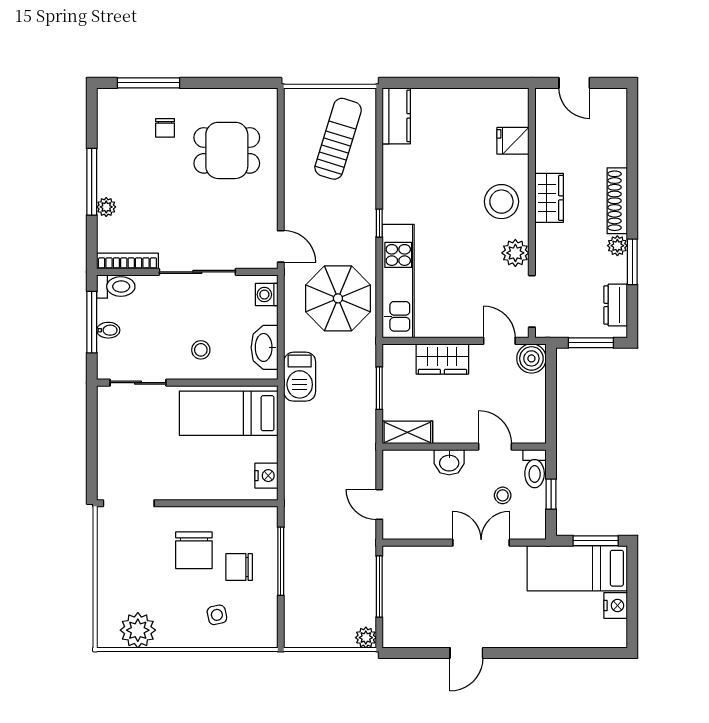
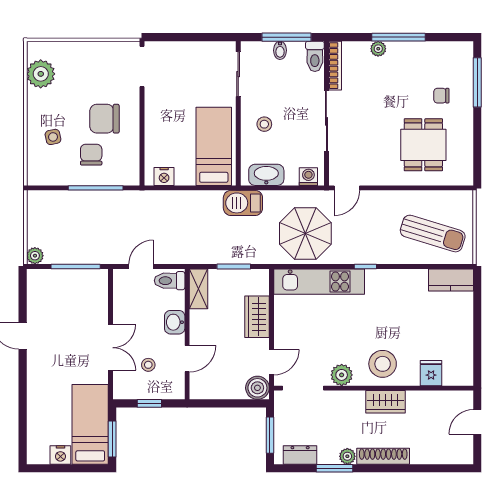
toilet: (535, 469) -> (170, 281), moved

